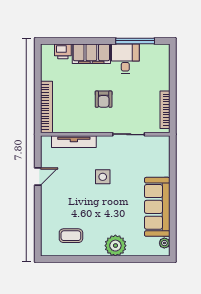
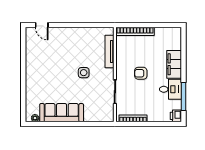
printer: (63, 51) -> (176, 116), moved
door: (38, 177) -> (42, 25), moved
coffee table: (71, 236) -> (40, 49), removed
plant: (115, 246) -> (33, 82), removed

